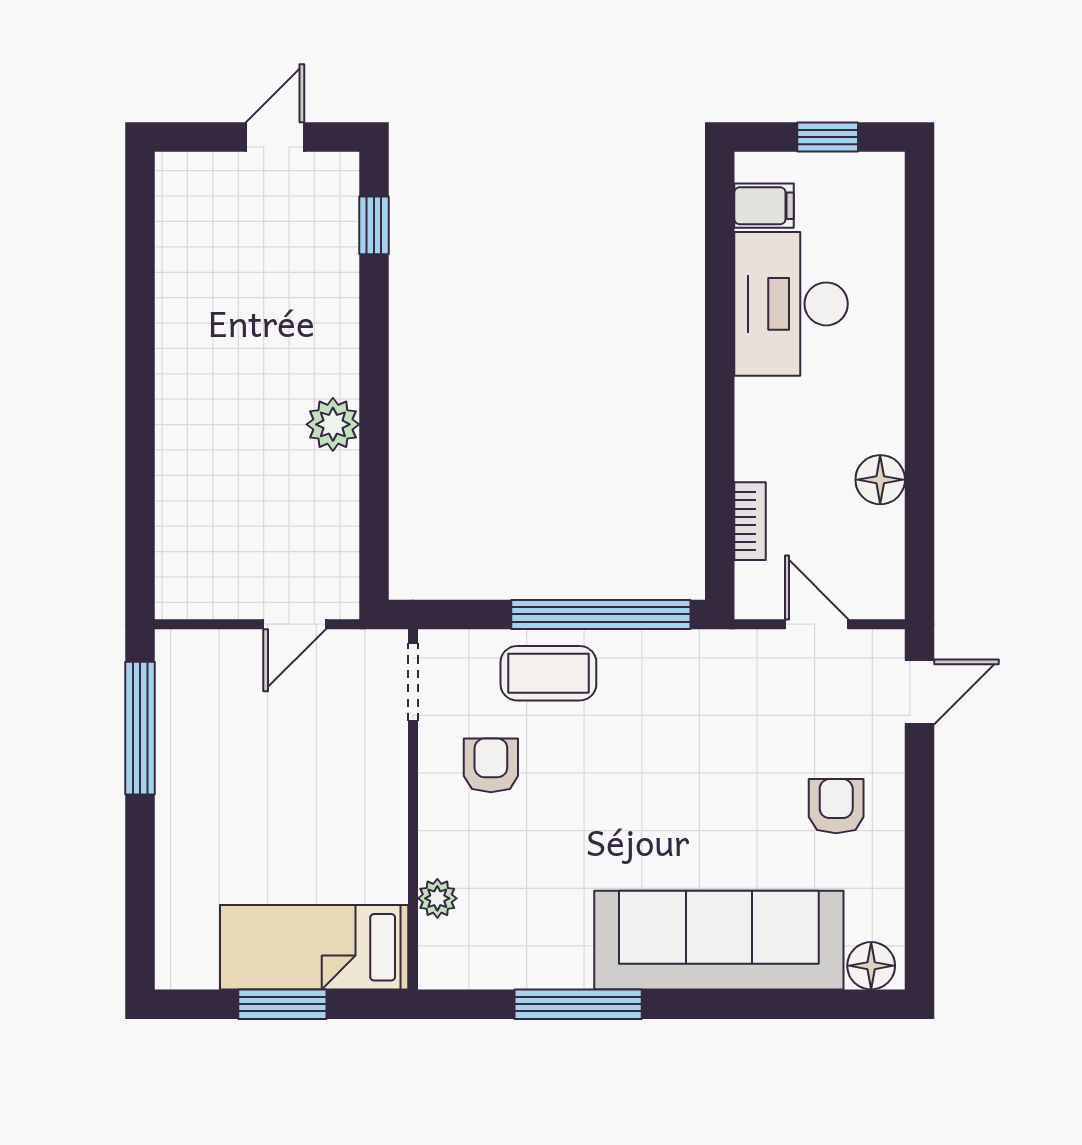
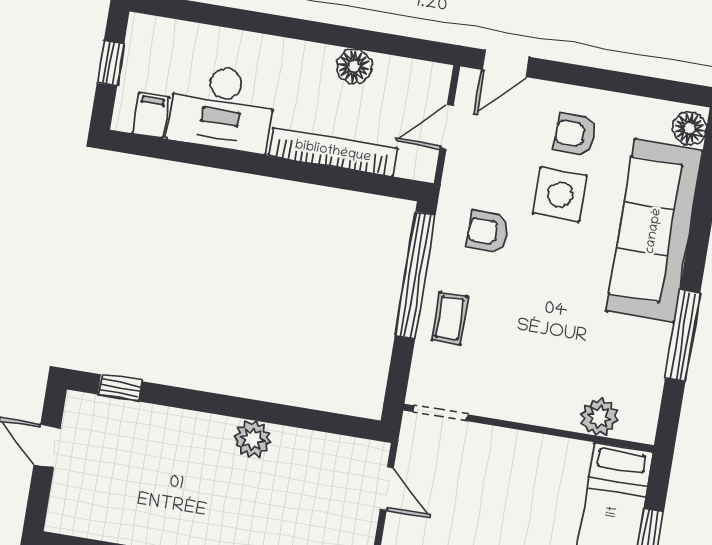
bookcase: (750, 521) -> (333, 152), width x2.31, depth x1.31
coffee table: (548, 673) -> (450, 318), width x0.73, depth x0.77
door: (920, 692) -> (506, 63), swing flipped
armchair: (491, 765) -> (488, 232), moved
side table: (748, 799) -> (560, 195), added
plant: (437, 898) -> (599, 417), width x1.38, depth x1.38

